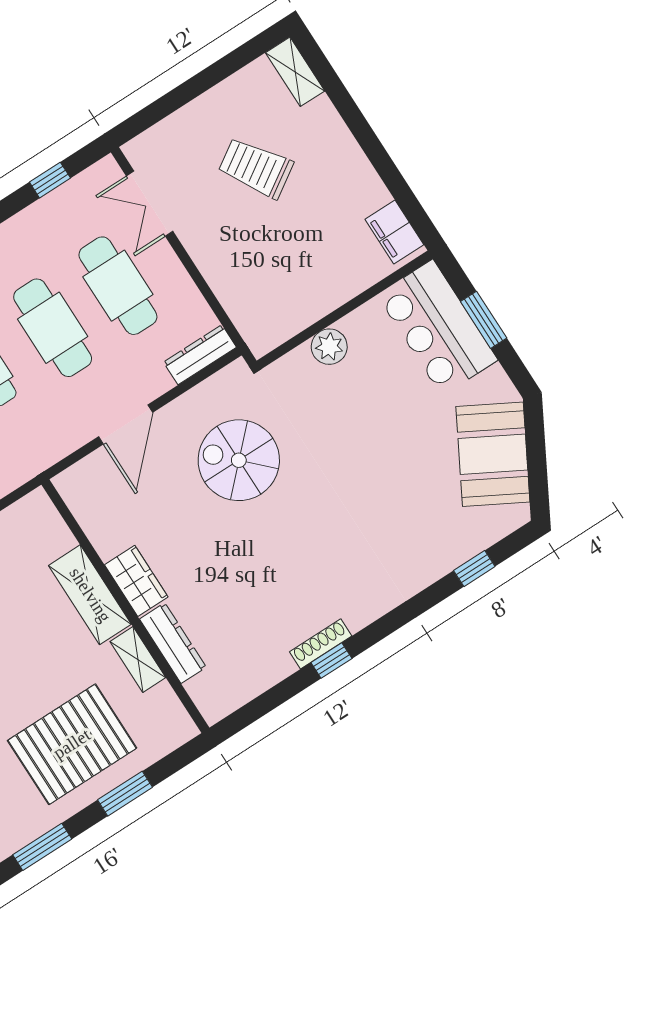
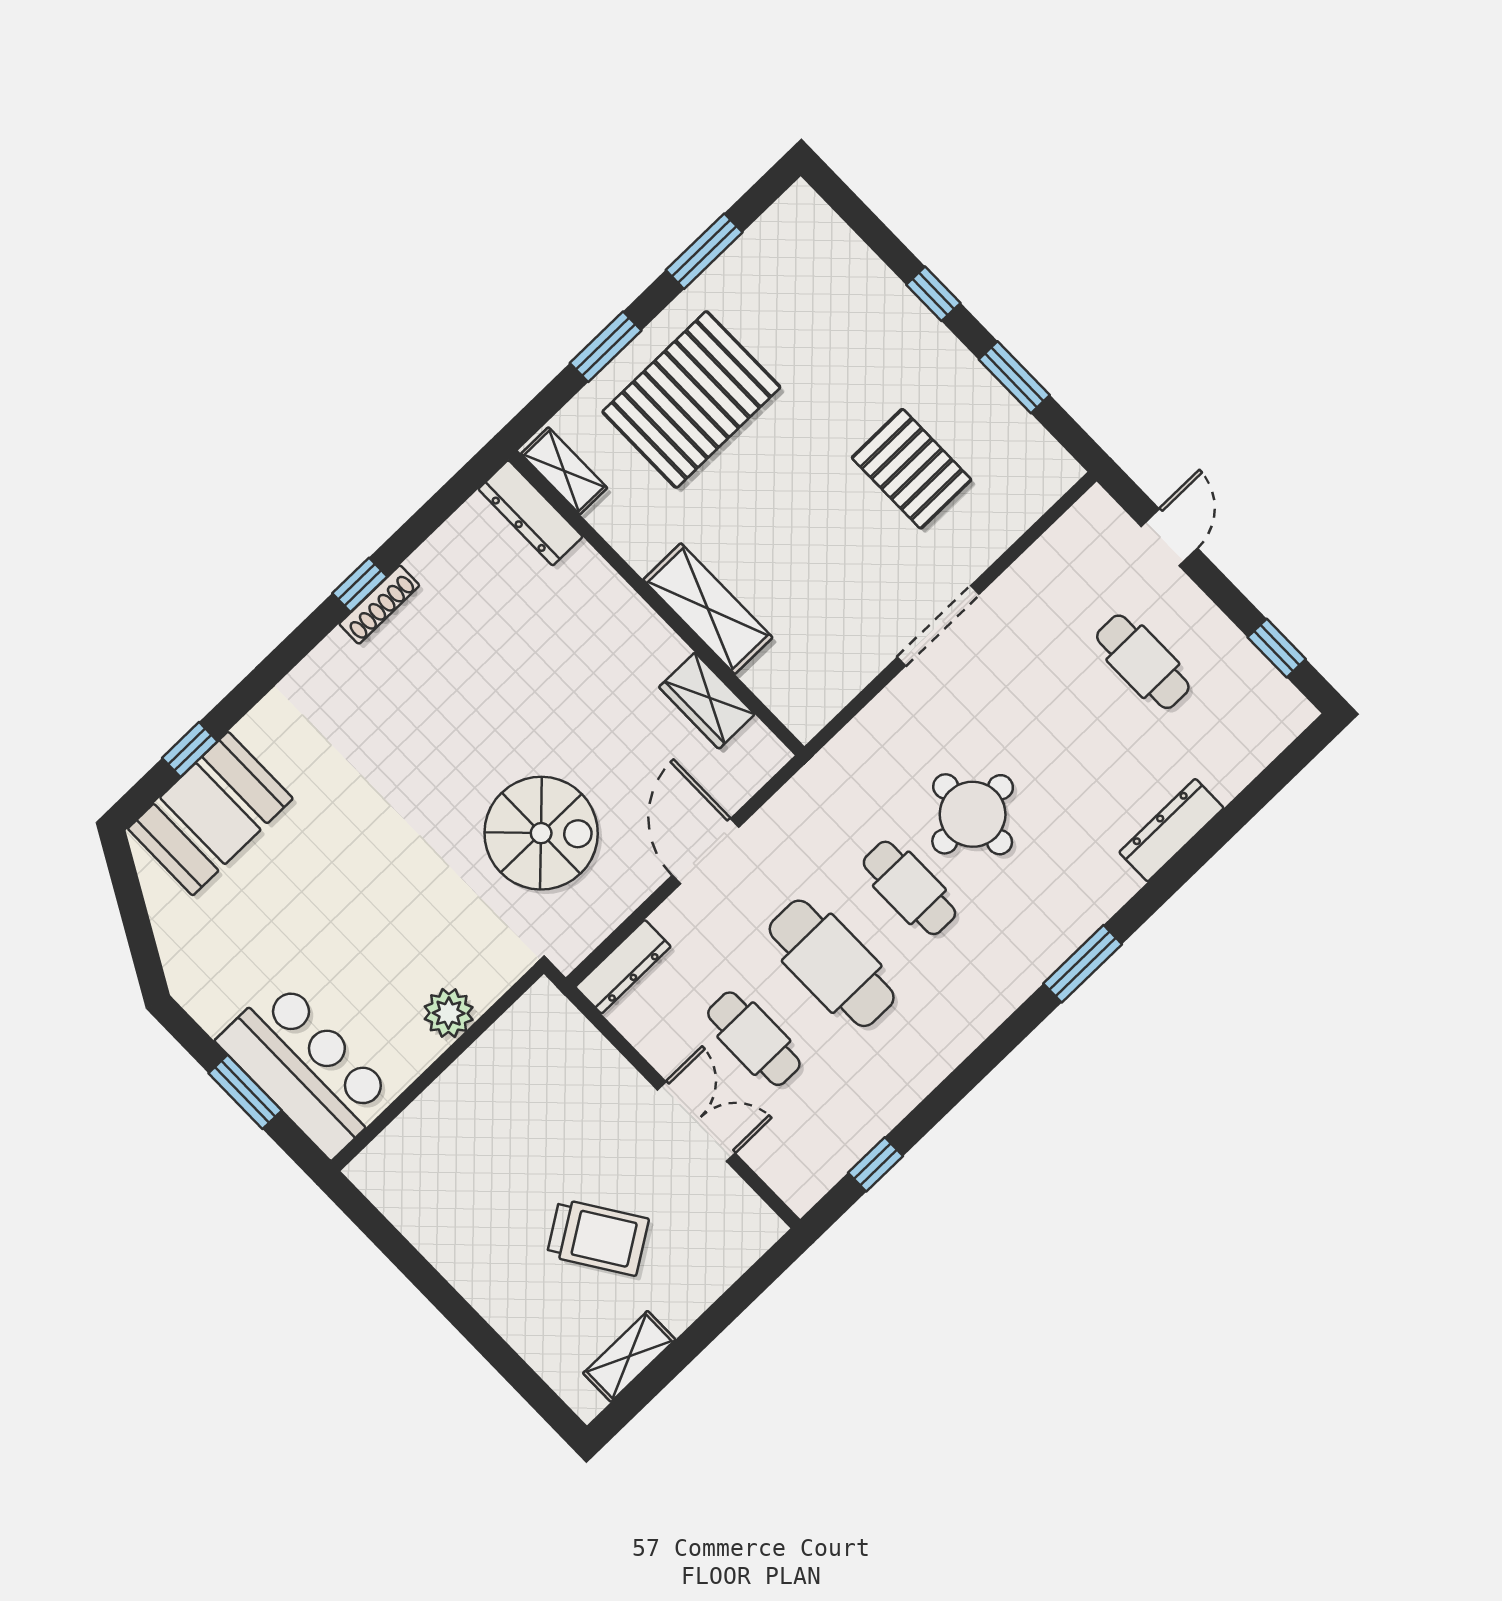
shelving: (295, 72) -> (629, 1356), moved, turned 90
double door: (150, 204) -> (696, 1121), moved
filing cabinet: (394, 232) -> (391, 1187), removed
cafe table: (118, 286) -> (754, 1039), width x0.73, depth x0.74
booth: (493, 454) -> (210, 814), moved, turned 61
wardrobe: (136, 581) -> (707, 701), moved
dresser: (173, 643) -> (530, 513), moved
shelving: (138, 660) -> (564, 471), moved

